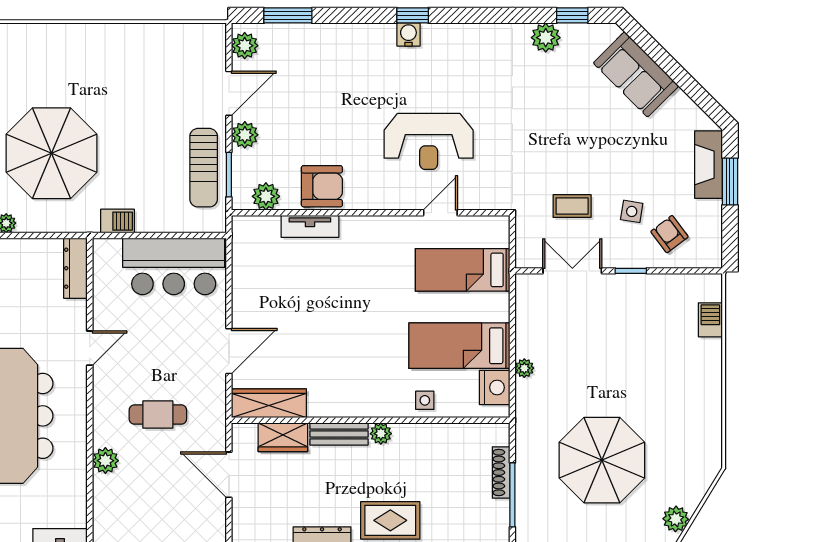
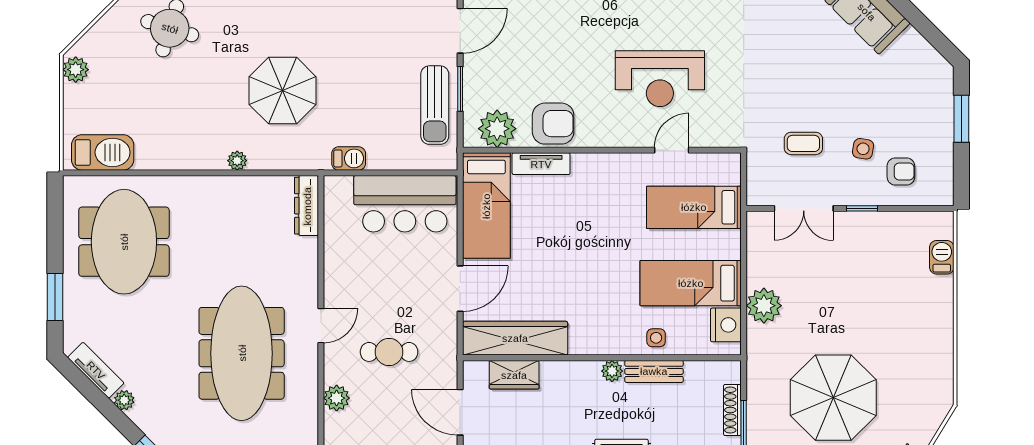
plant: (245, 135) -> (476, 72), removed
parasol: (51, 153) -> (283, 91), width x0.73, depth x0.73
fireplace: (709, 165) -> (940, 102), removed
window: (229, 175) -> (460, 89), moved
plant: (266, 196) -> (497, 129), width x1.36, depth x1.36
armchair: (669, 234) -> (901, 171), turned 127
bed: (255, 268) -> (486, 206), added
double door: (572, 271) -> (804, 208), swing flipped
door: (90, 348) -> (321, 326), moved
plant: (524, 368) -> (764, 306), width x1.88, depth x1.88
wardrobe: (269, 403) -> (515, 338), width x1.40, depth x1.17
bench: (339, 434) -> (654, 371), moved

